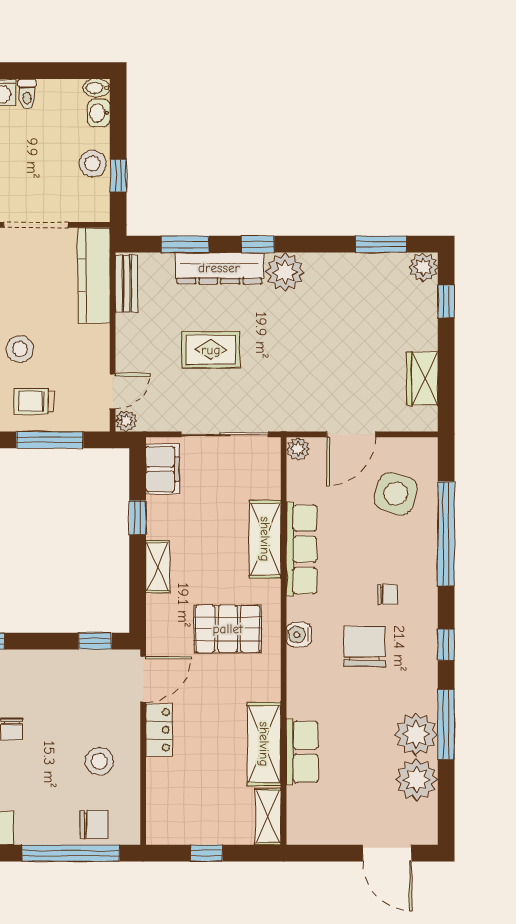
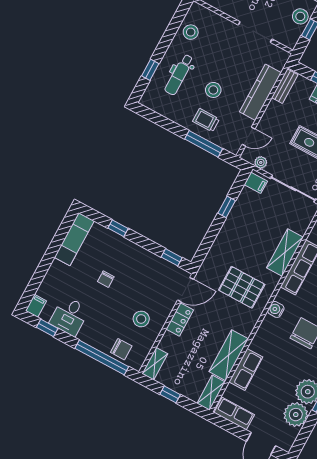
kitchen counter: (94, 275) -> (260, 92), moved
plant: (126, 421) -> (261, 162), moved
filing cabinet: (162, 469) -> (256, 183), width x0.50
shelving: (158, 567) -> (155, 364), moved
row of seats: (321, 830) -> (234, 414), added

